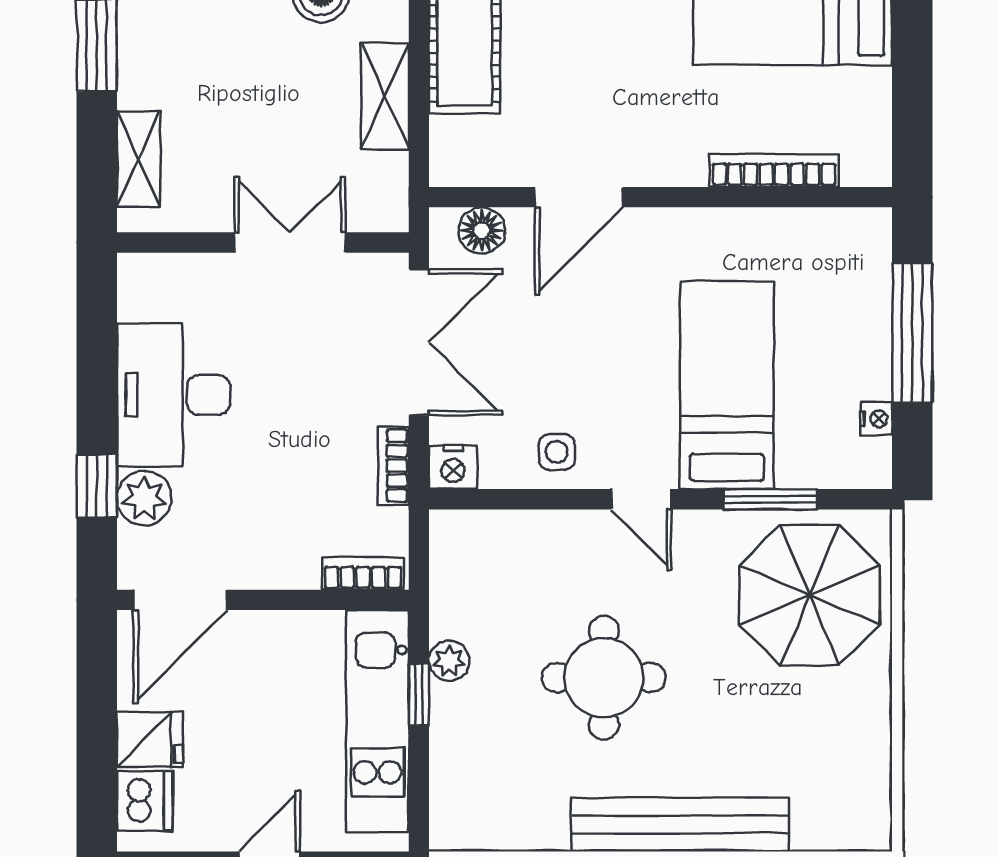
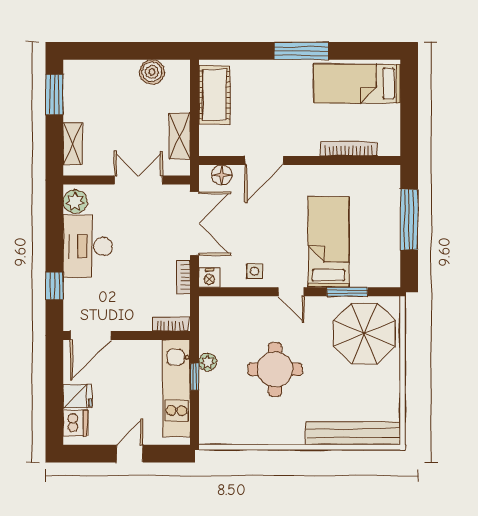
shelving: (385, 96) -> (180, 136), moved
nightstand: (876, 419) -> (393, 257), removed
plant: (144, 498) -> (75, 201), moved
bench: (680, 825) -> (353, 433), moved

